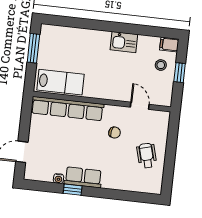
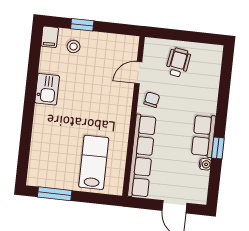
wall: (102, 102) -> (134, 116), moved
door: (140, 106) -> (138, 73), moved
row of seats: (67, 109) -> (142, 156), moved
wheelchair: (147, 155) -> (178, 62), turned 114

